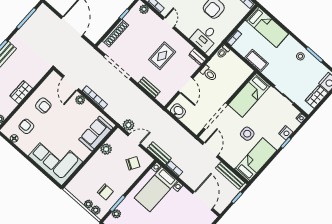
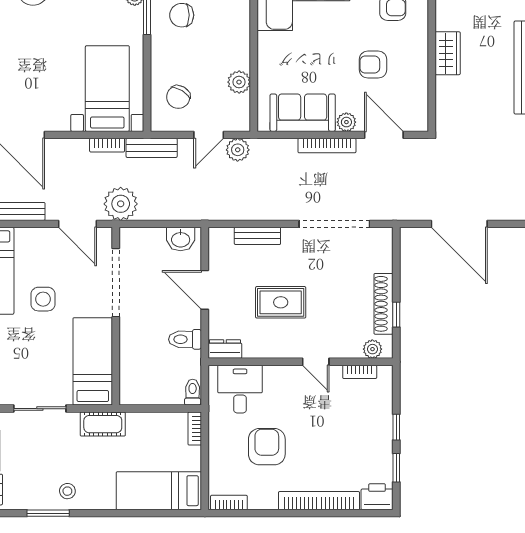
shoe rack: (116, 33) -> (383, 304), moved
rug: (162, 56) -> (281, 302), turned 90
cot: (256, 61) -> (103, 424), moved
armchair: (43, 106) -> (373, 65), moved
sofa: (96, 134) -> (303, 113), moved, turned -90
plant: (188, 143) -> (121, 204), added

